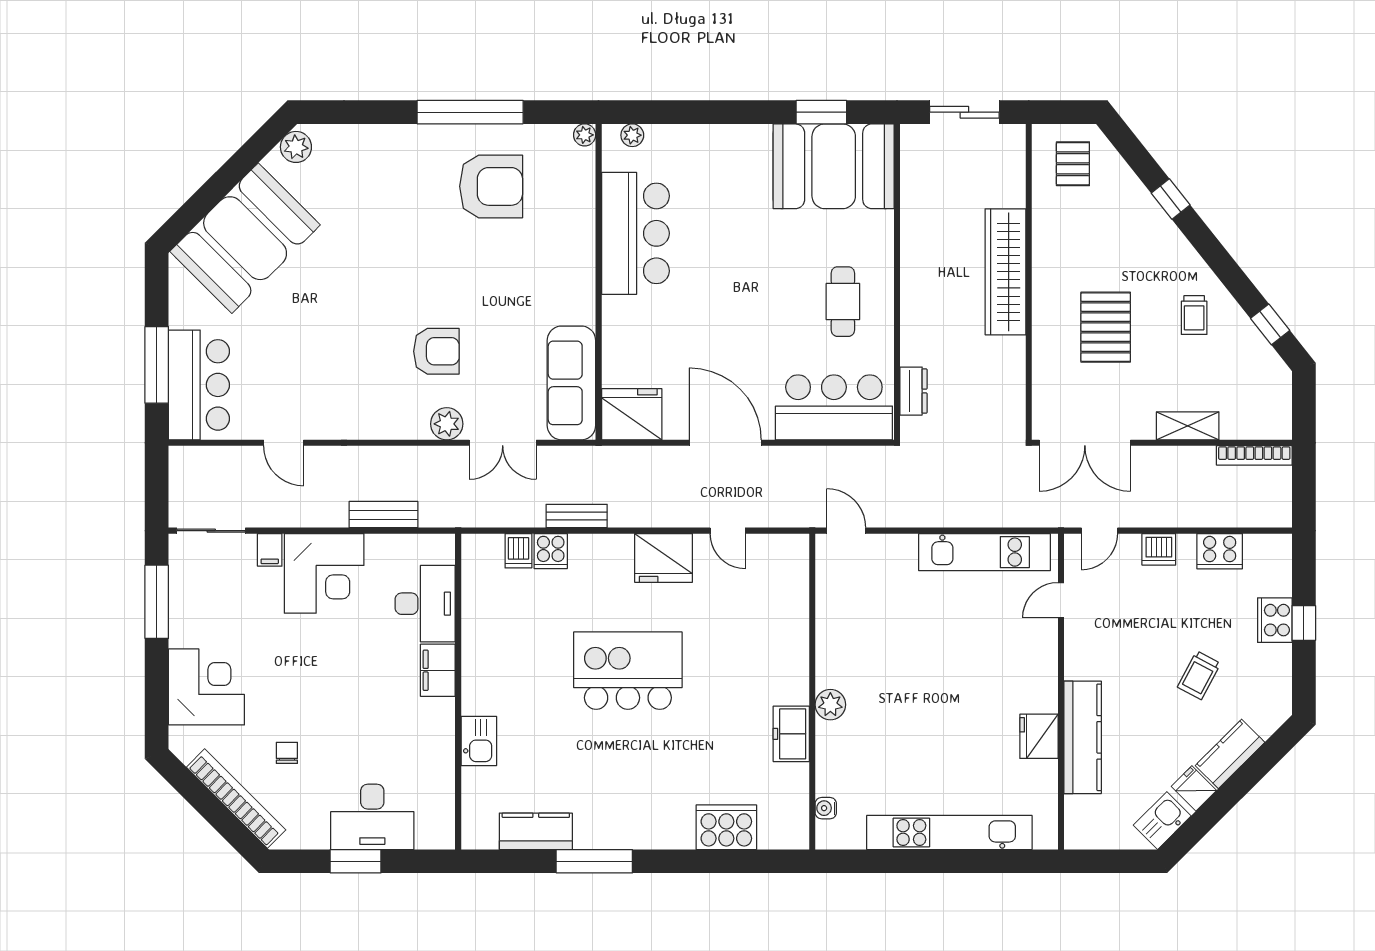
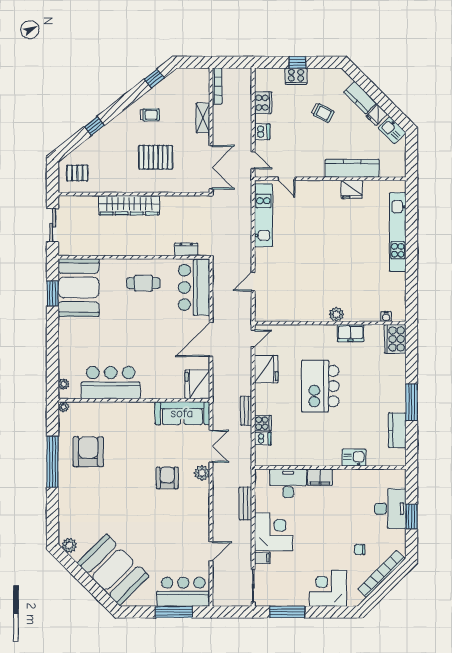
wall: (812, 692) -> (330, 323), moved
plant: (830, 705) -> (336, 314), moved
freezer: (791, 734) -> (351, 333), moved
water cooler: (826, 808) -> (386, 317), moved

